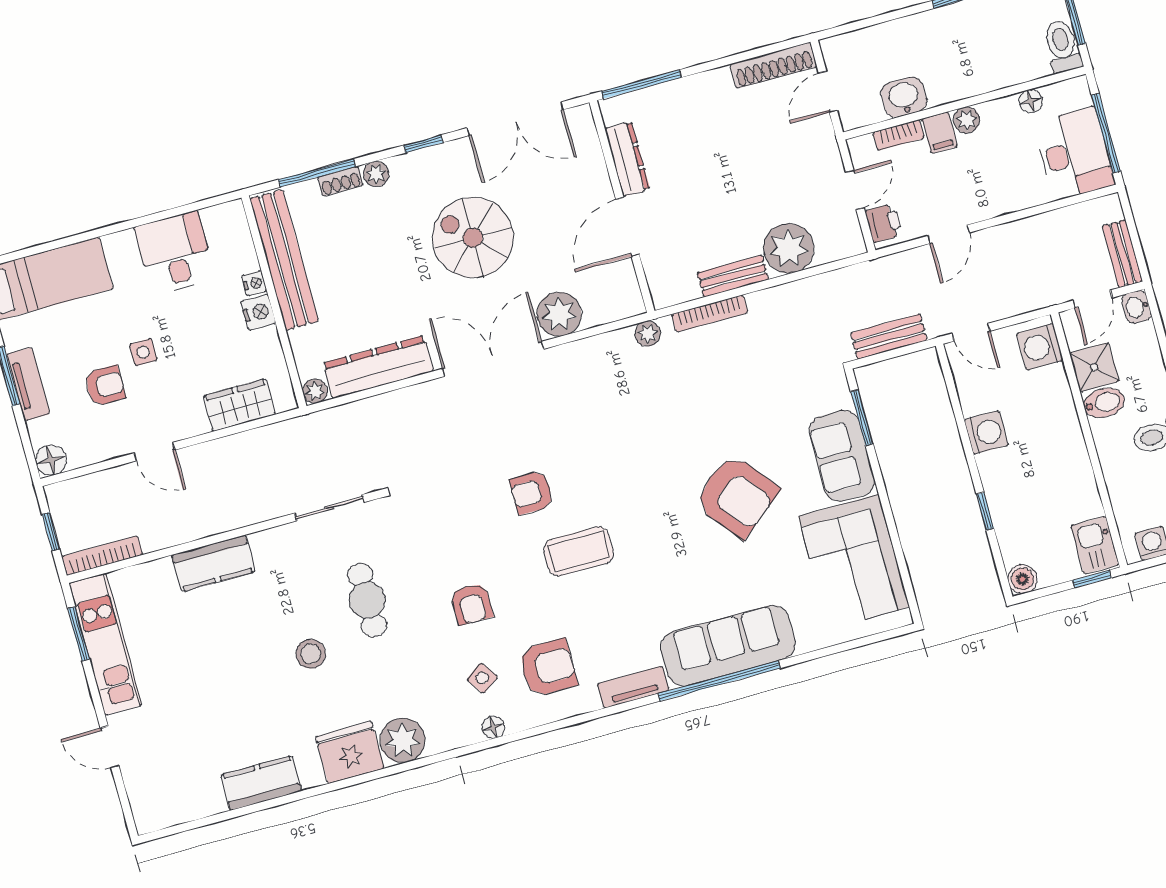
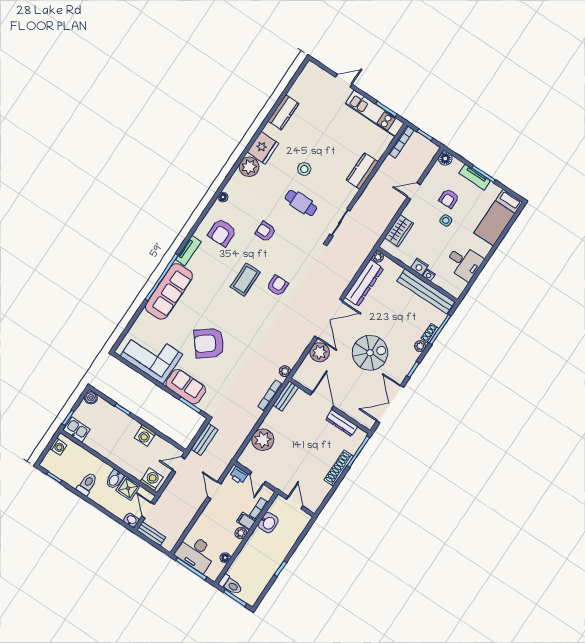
shoe rack: (773, 65) -> (339, 468), moved
bench: (733, 276) -> (286, 396), moved
side table: (482, 678) -> (241, 210), removed

